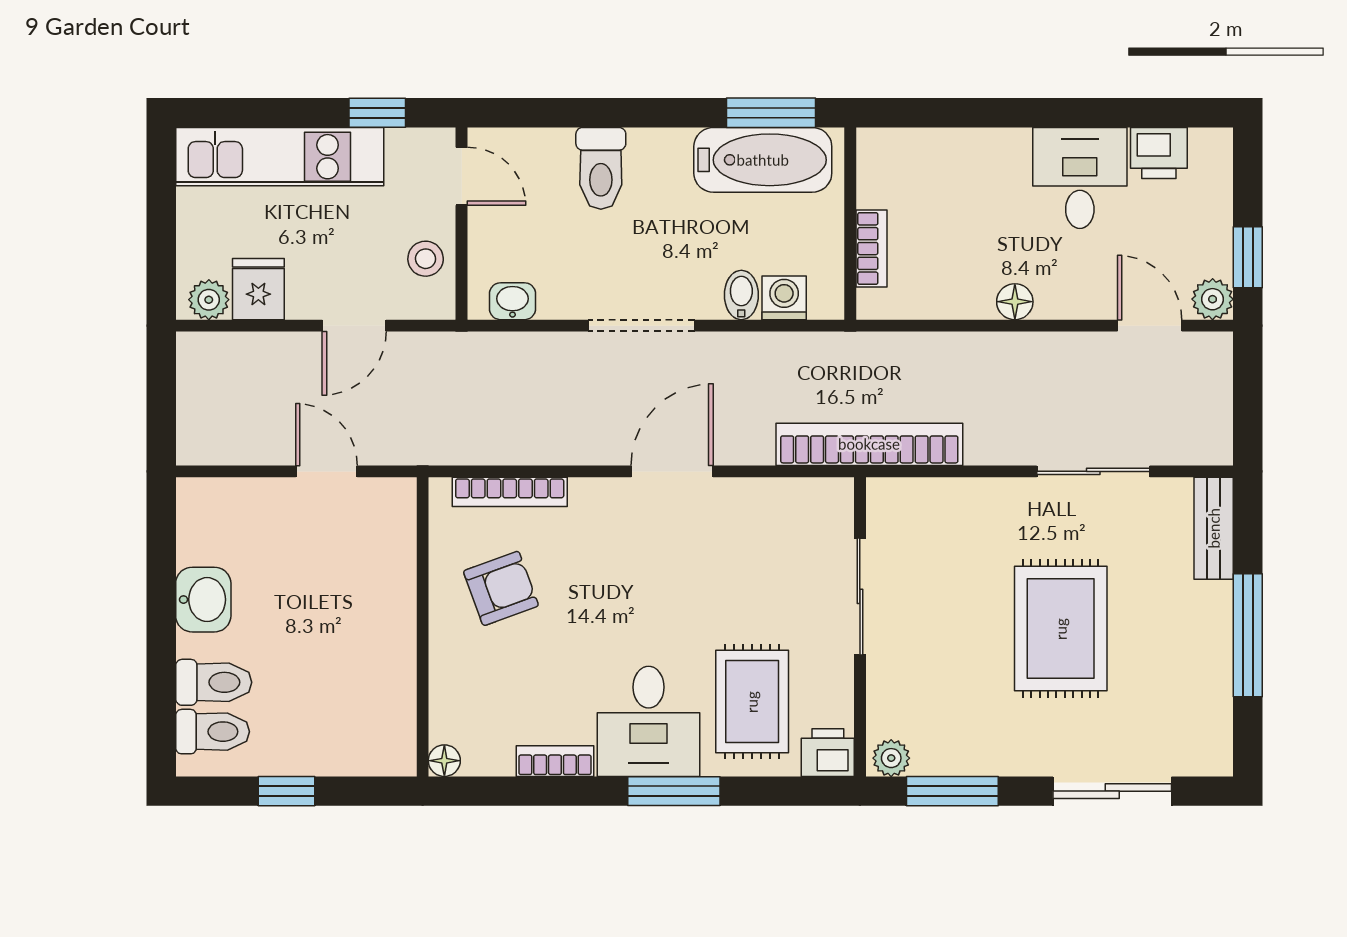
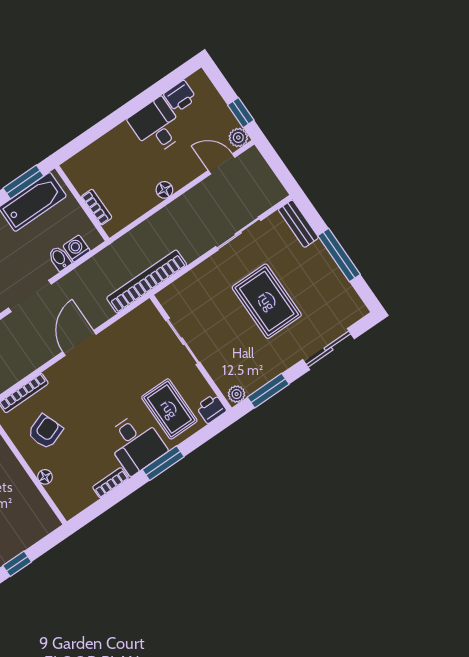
floor lamp: (444, 761) -> (45, 477), moved

